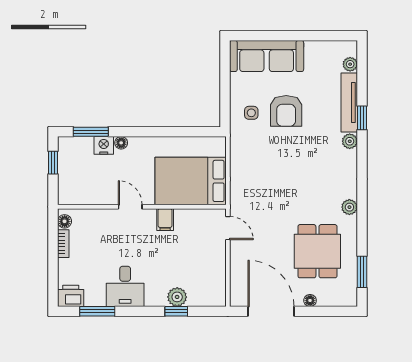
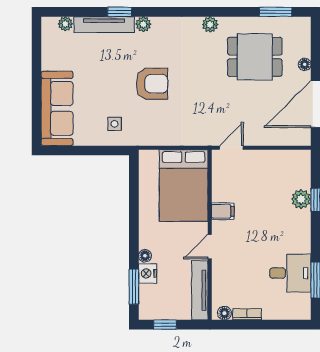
armchair: (286, 111) -> (152, 84), moved
tv unit: (87, 197) -> (200, 290), added
desk: (125, 286) -> (290, 273), moved
printer: (71, 296) -> (300, 307), removed

